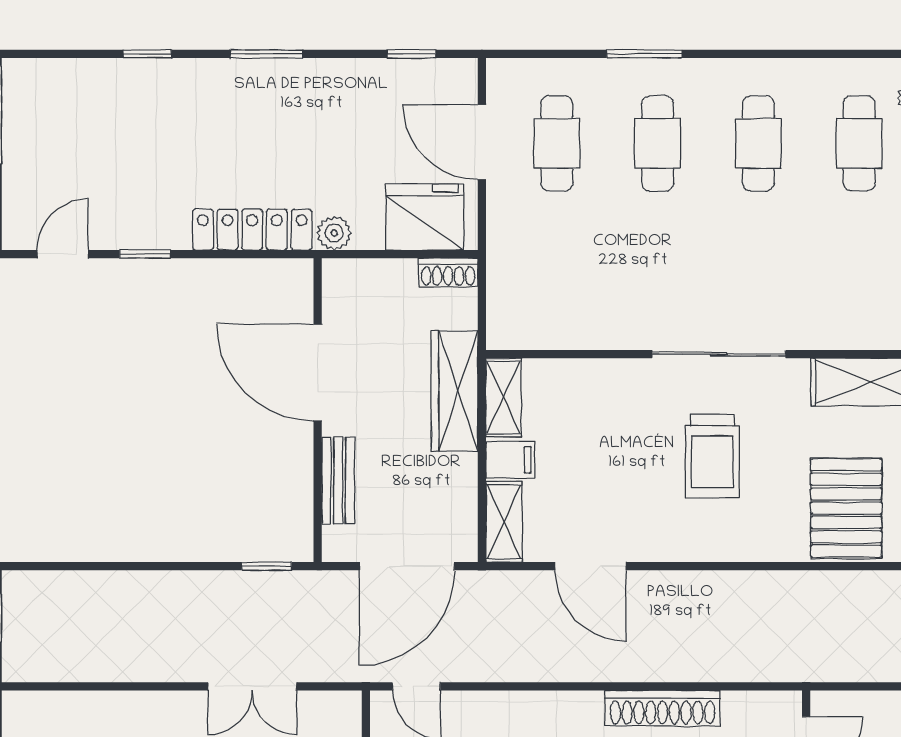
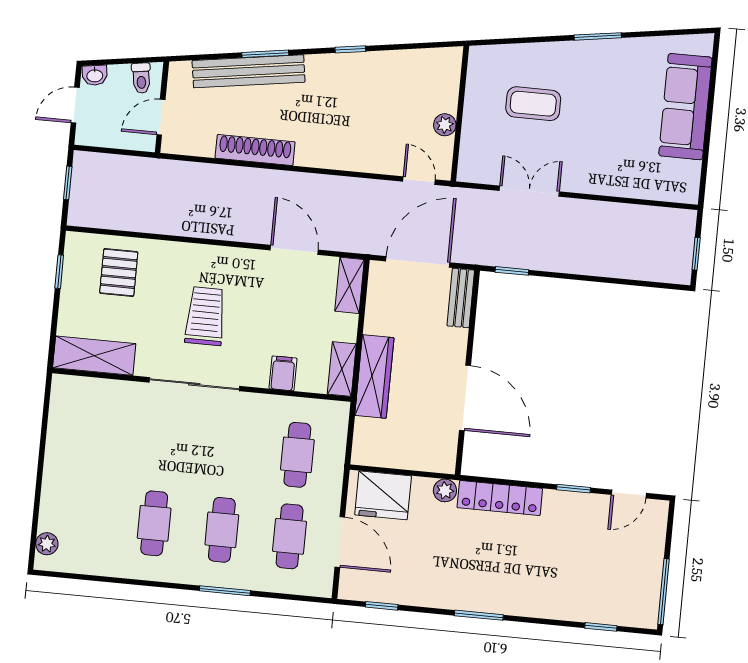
window: (147, 54) -> (601, 627), moved
cafe table: (859, 143) -> (297, 455), moved
shoe rack: (448, 272) -> (371, 457), removed
filing cabinet: (510, 460) -> (283, 373), moved, turned 90
bench: (338, 480) -> (461, 298), moved
pallet: (846, 508) -> (119, 272), width x0.67, depth x0.71

